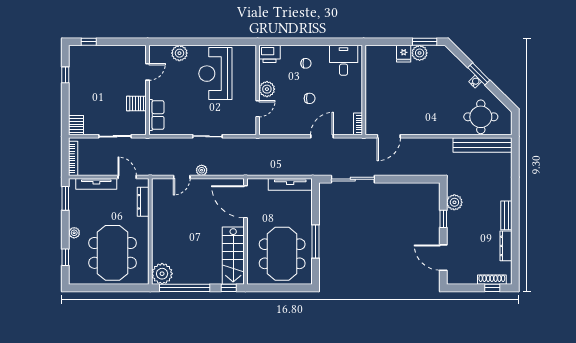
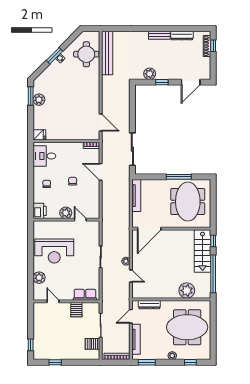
fridge: (404, 54) -> (39, 135), moved
server rack: (76, 125) -> (92, 344), moved
meeting table: (282, 254) -> (188, 202), turned 90
stairs: (233, 256) -> (203, 251), moved, turned 90
plant: (162, 274) -> (187, 291), moved

